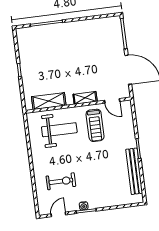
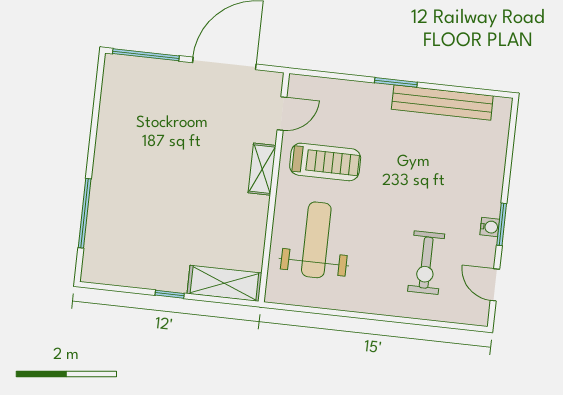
shelving: (49, 101) -> (224, 283), moved, turned 90
exercise bike: (61, 181) -> (426, 263), turned 180

